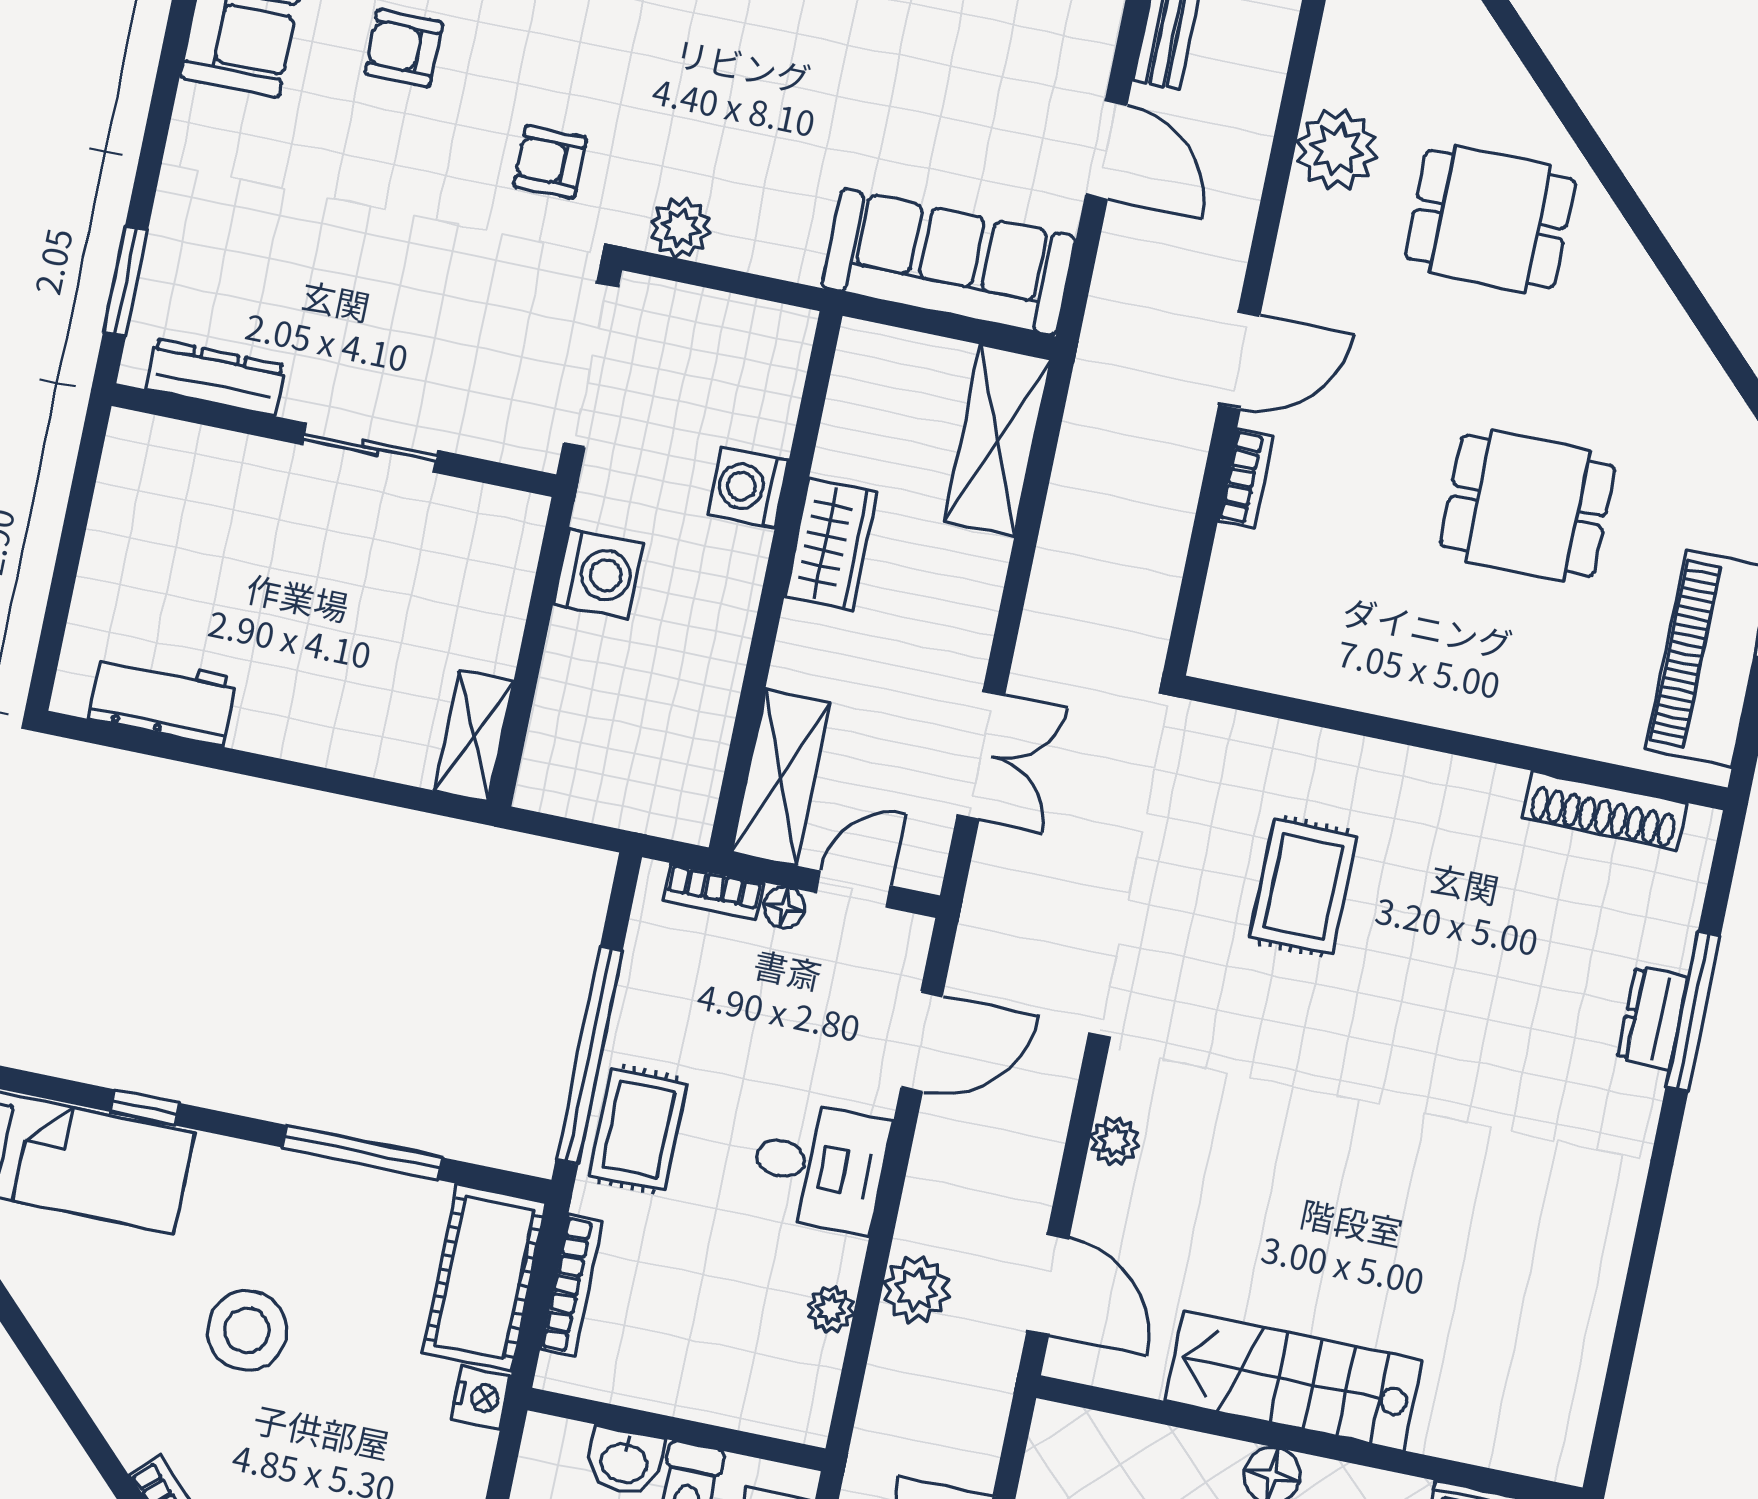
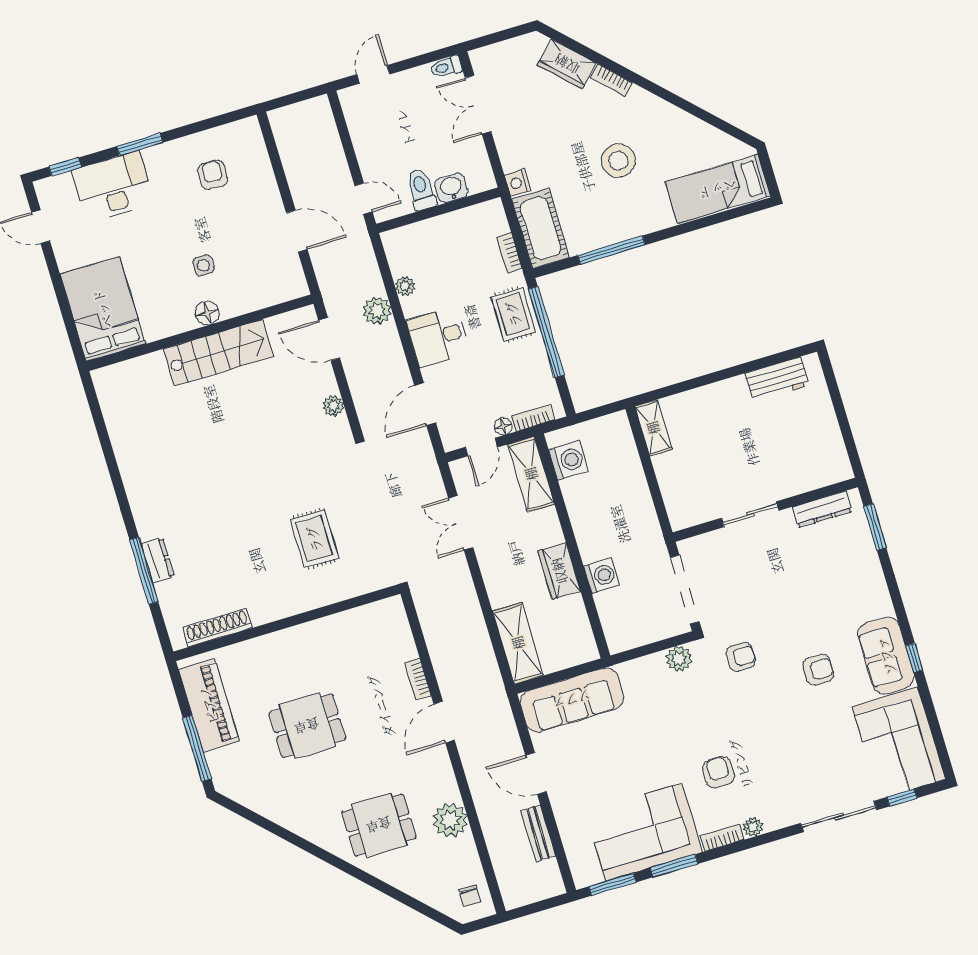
washing machine: (598, 574) -> (568, 460), moved, turned 180
window: (145, 1107) -> (701, 223), removed
bookcase: (571, 1286) -> (510, 253), width x0.64

